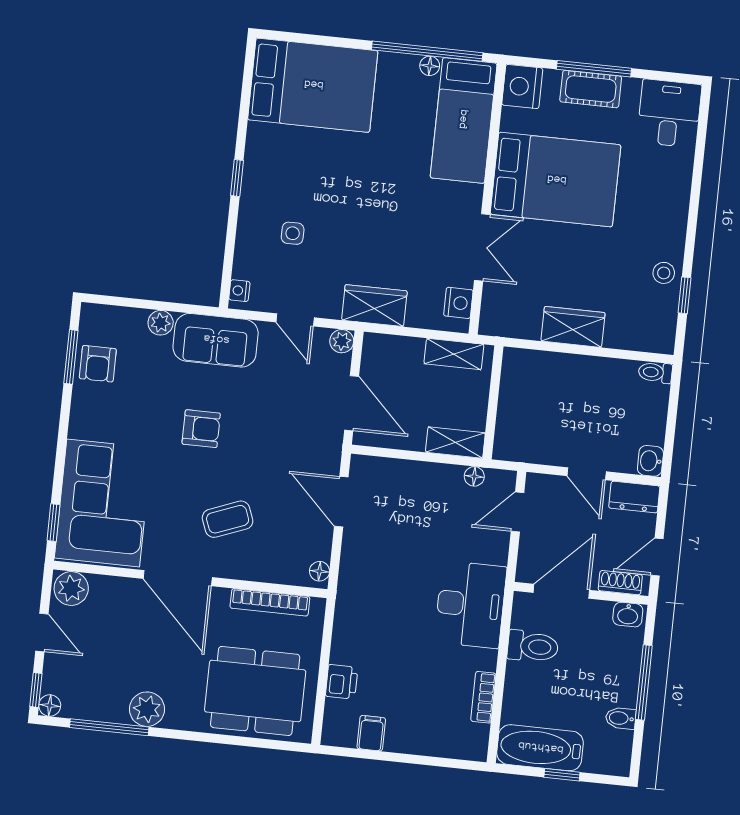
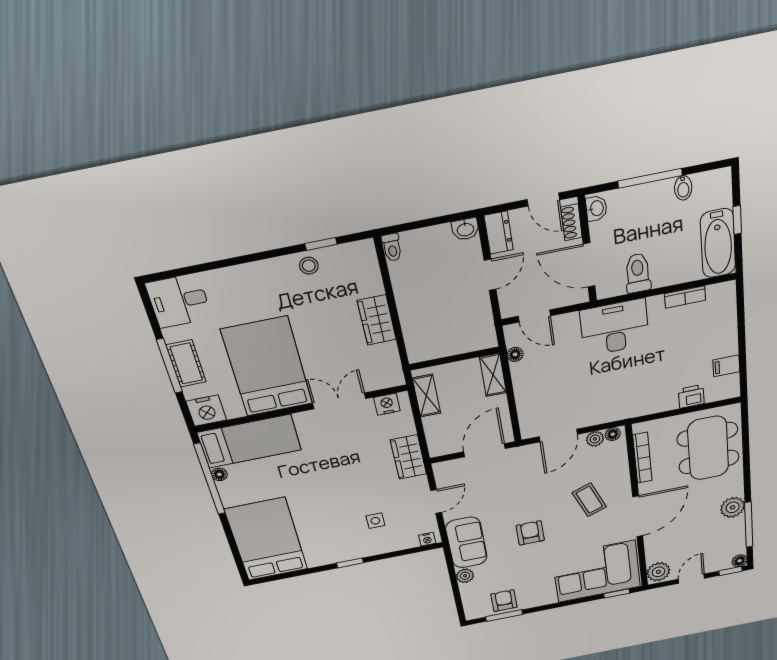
plant: (342, 341) -> (595, 439), moved
armchair: (98, 364) -> (504, 601), turned -90

